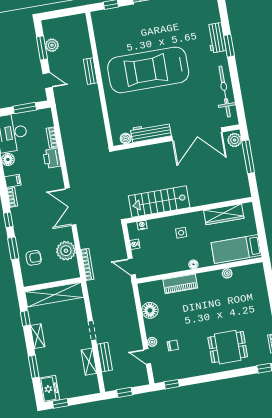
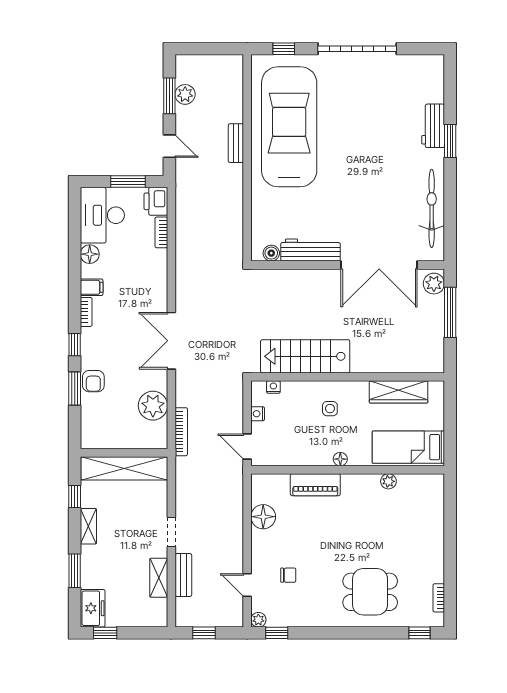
car: (148, 70) -> (289, 127), moved, turned 90
printer: (52, 158) -> (156, 201), moved
armchair: (34, 258) -> (93, 381), moved, turned 90
plant: (152, 342) -> (258, 620), moved

